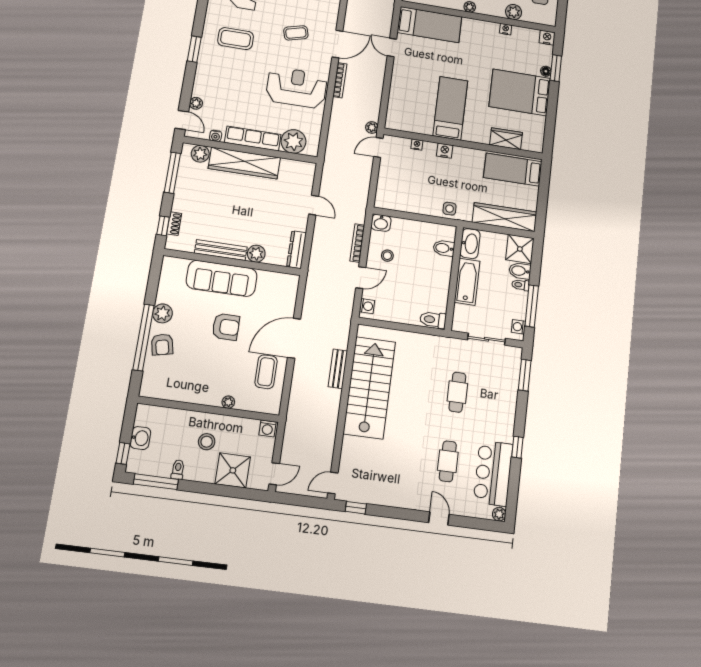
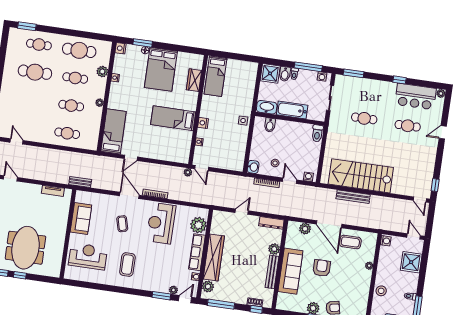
window: (194, 49) -> (161, 296), moved
wardrobe: (505, 217) -> (249, 83), removed
plant: (287, 301) -> (305, 229), added
bench: (338, 369) -> (353, 197), width x1.36
stool: (207, 442) -> (381, 291), moved

